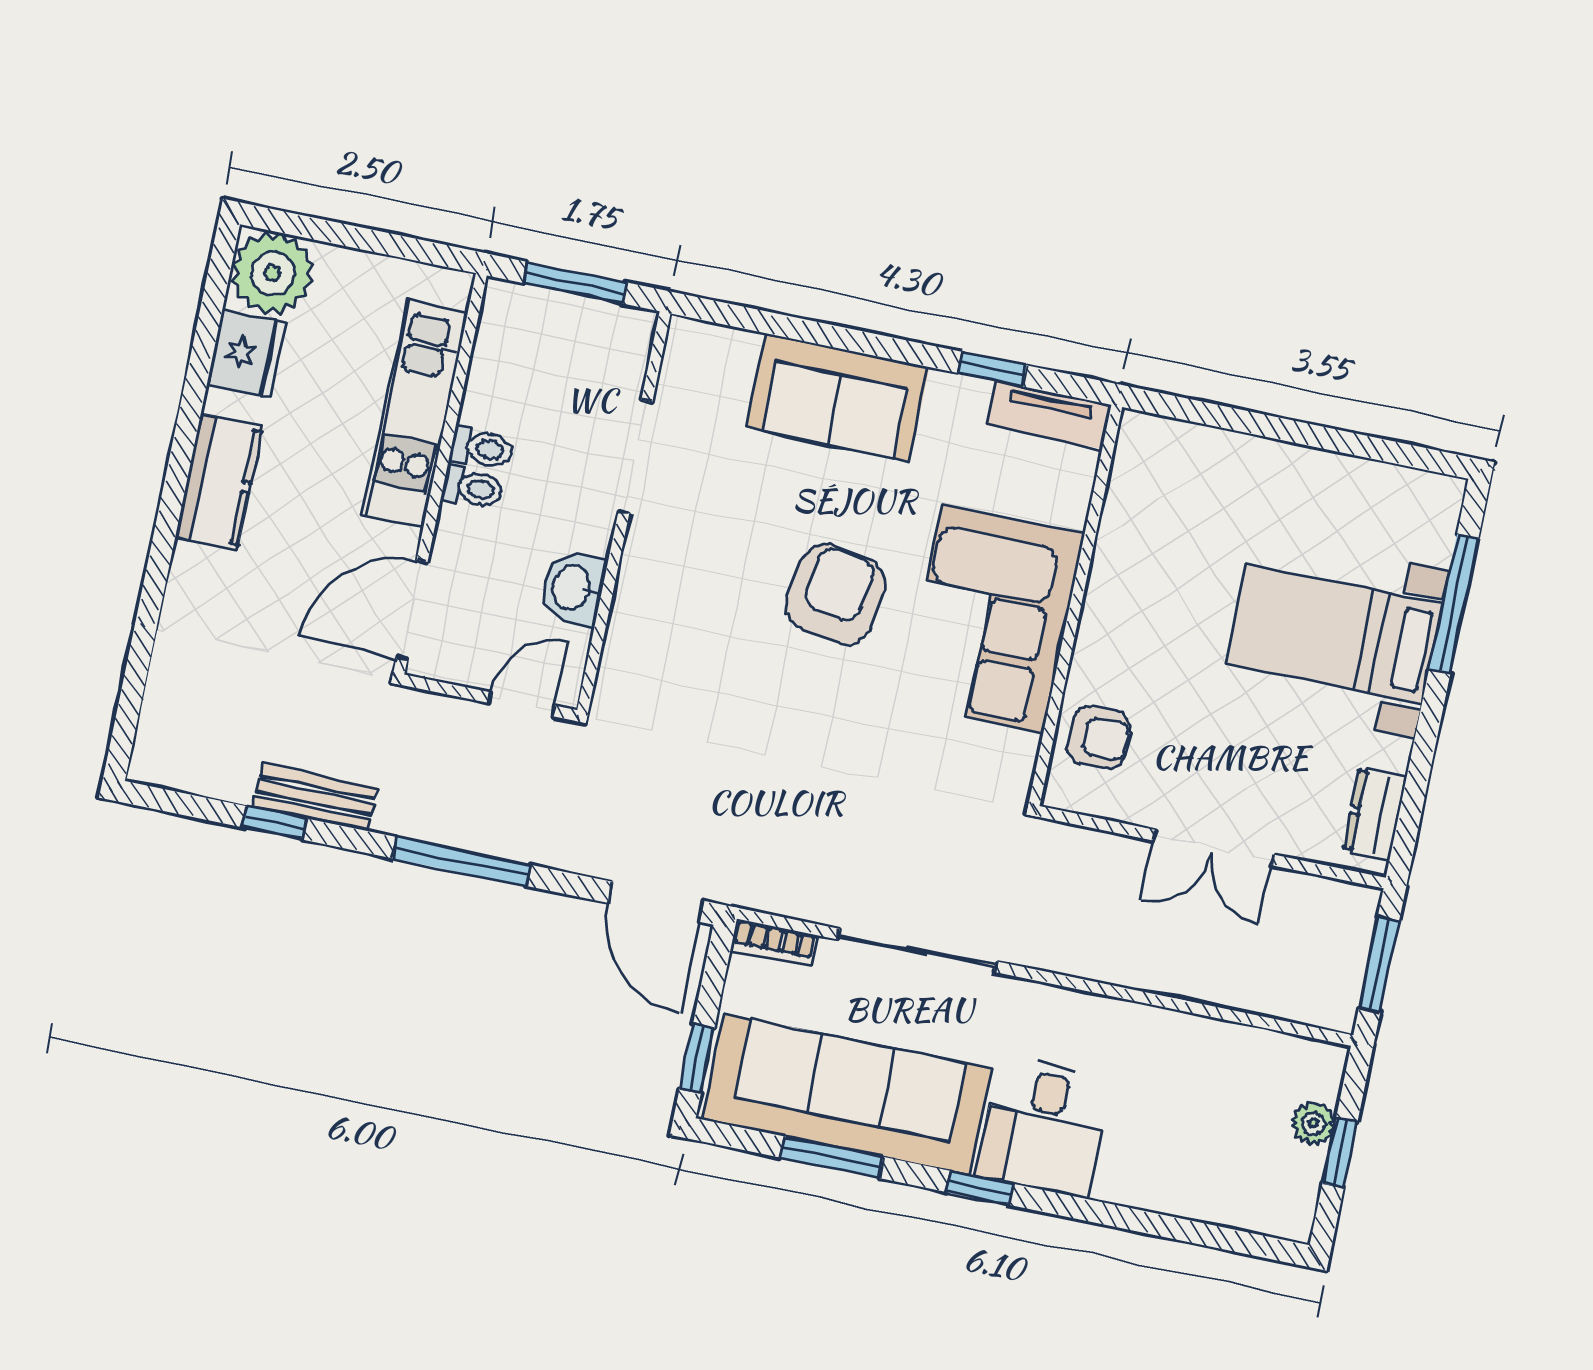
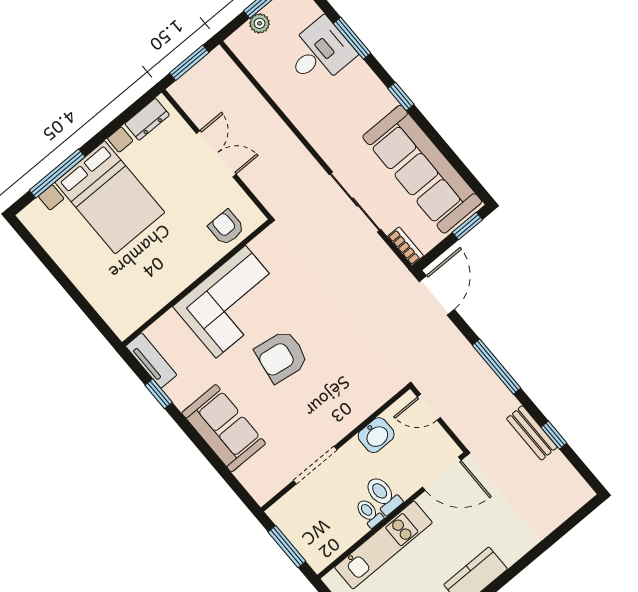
toilet: (472, 488) -> (383, 495), width x1.37, depth x1.39
bed with nightstands: (1334, 634) -> (110, 197), width x1.36
desk: (1044, 1127) -> (320, 53), moved
window: (832, 1157) -> (352, 38), moved

